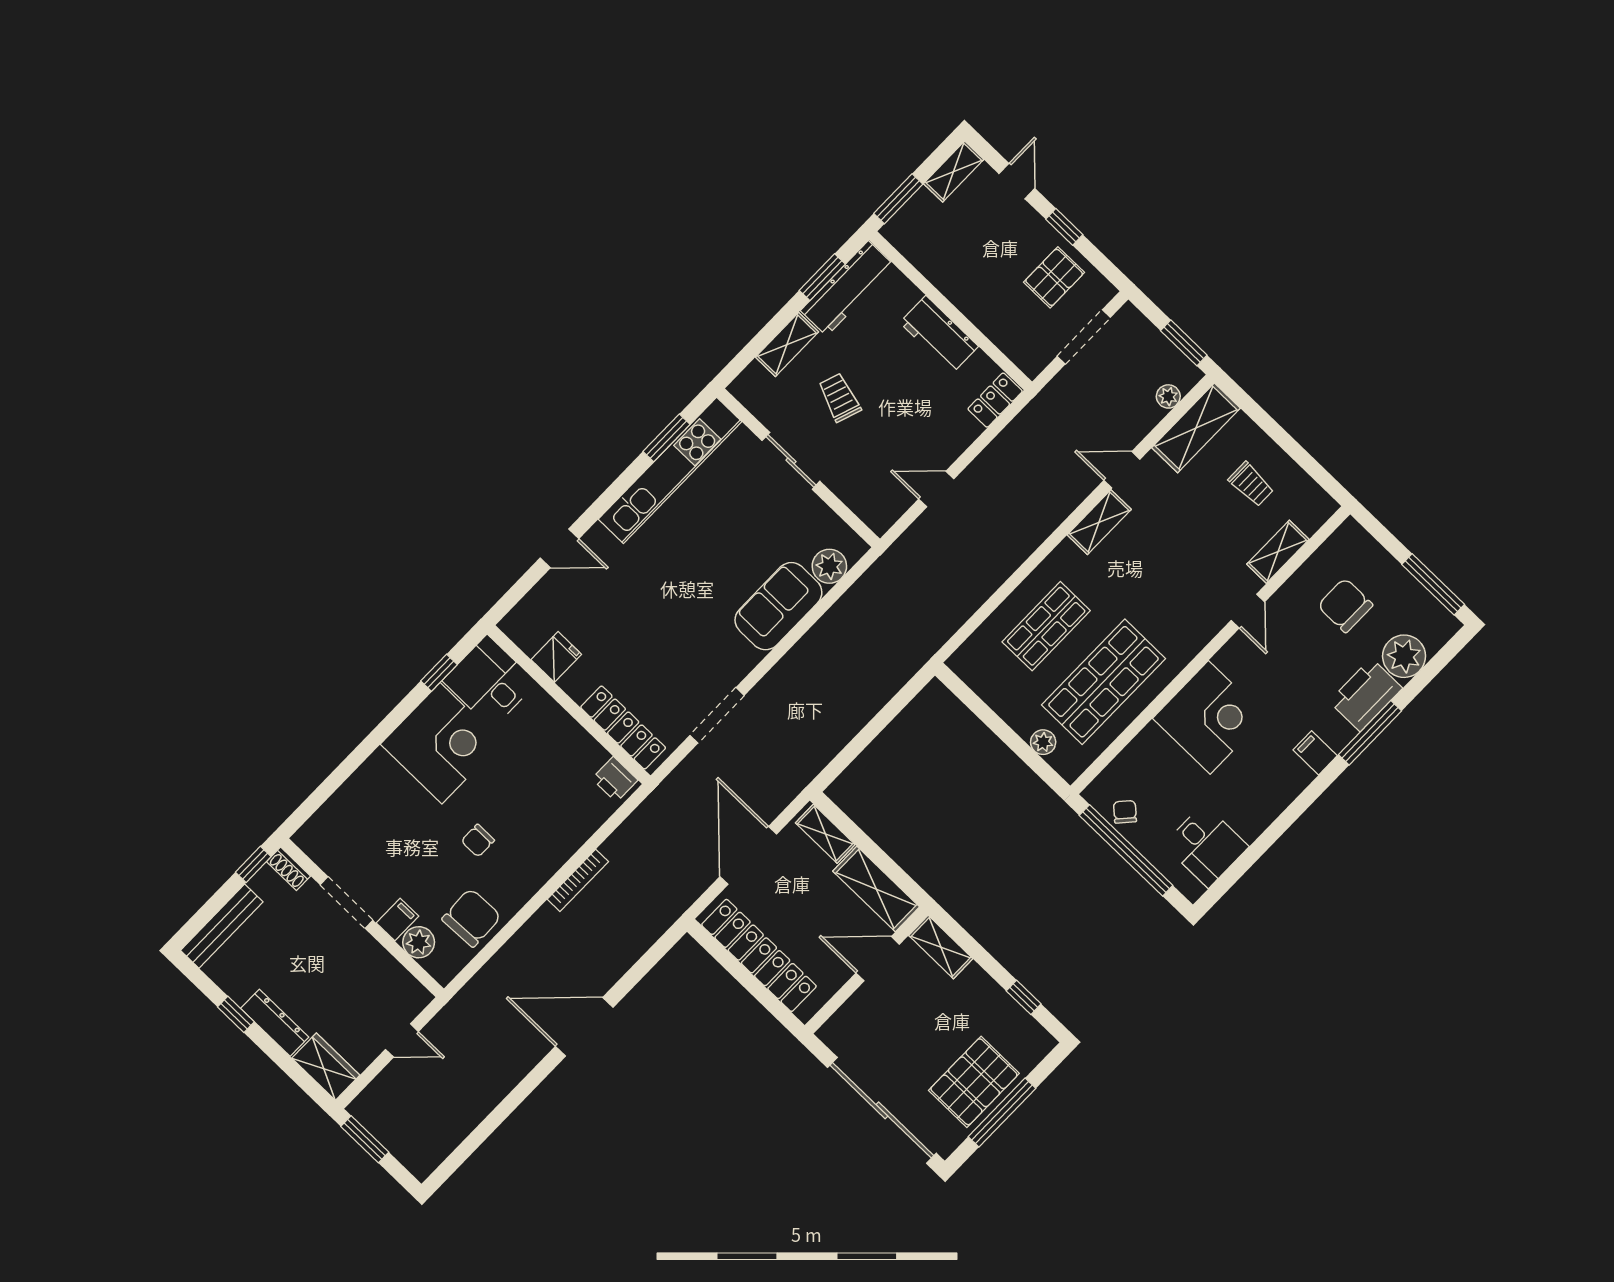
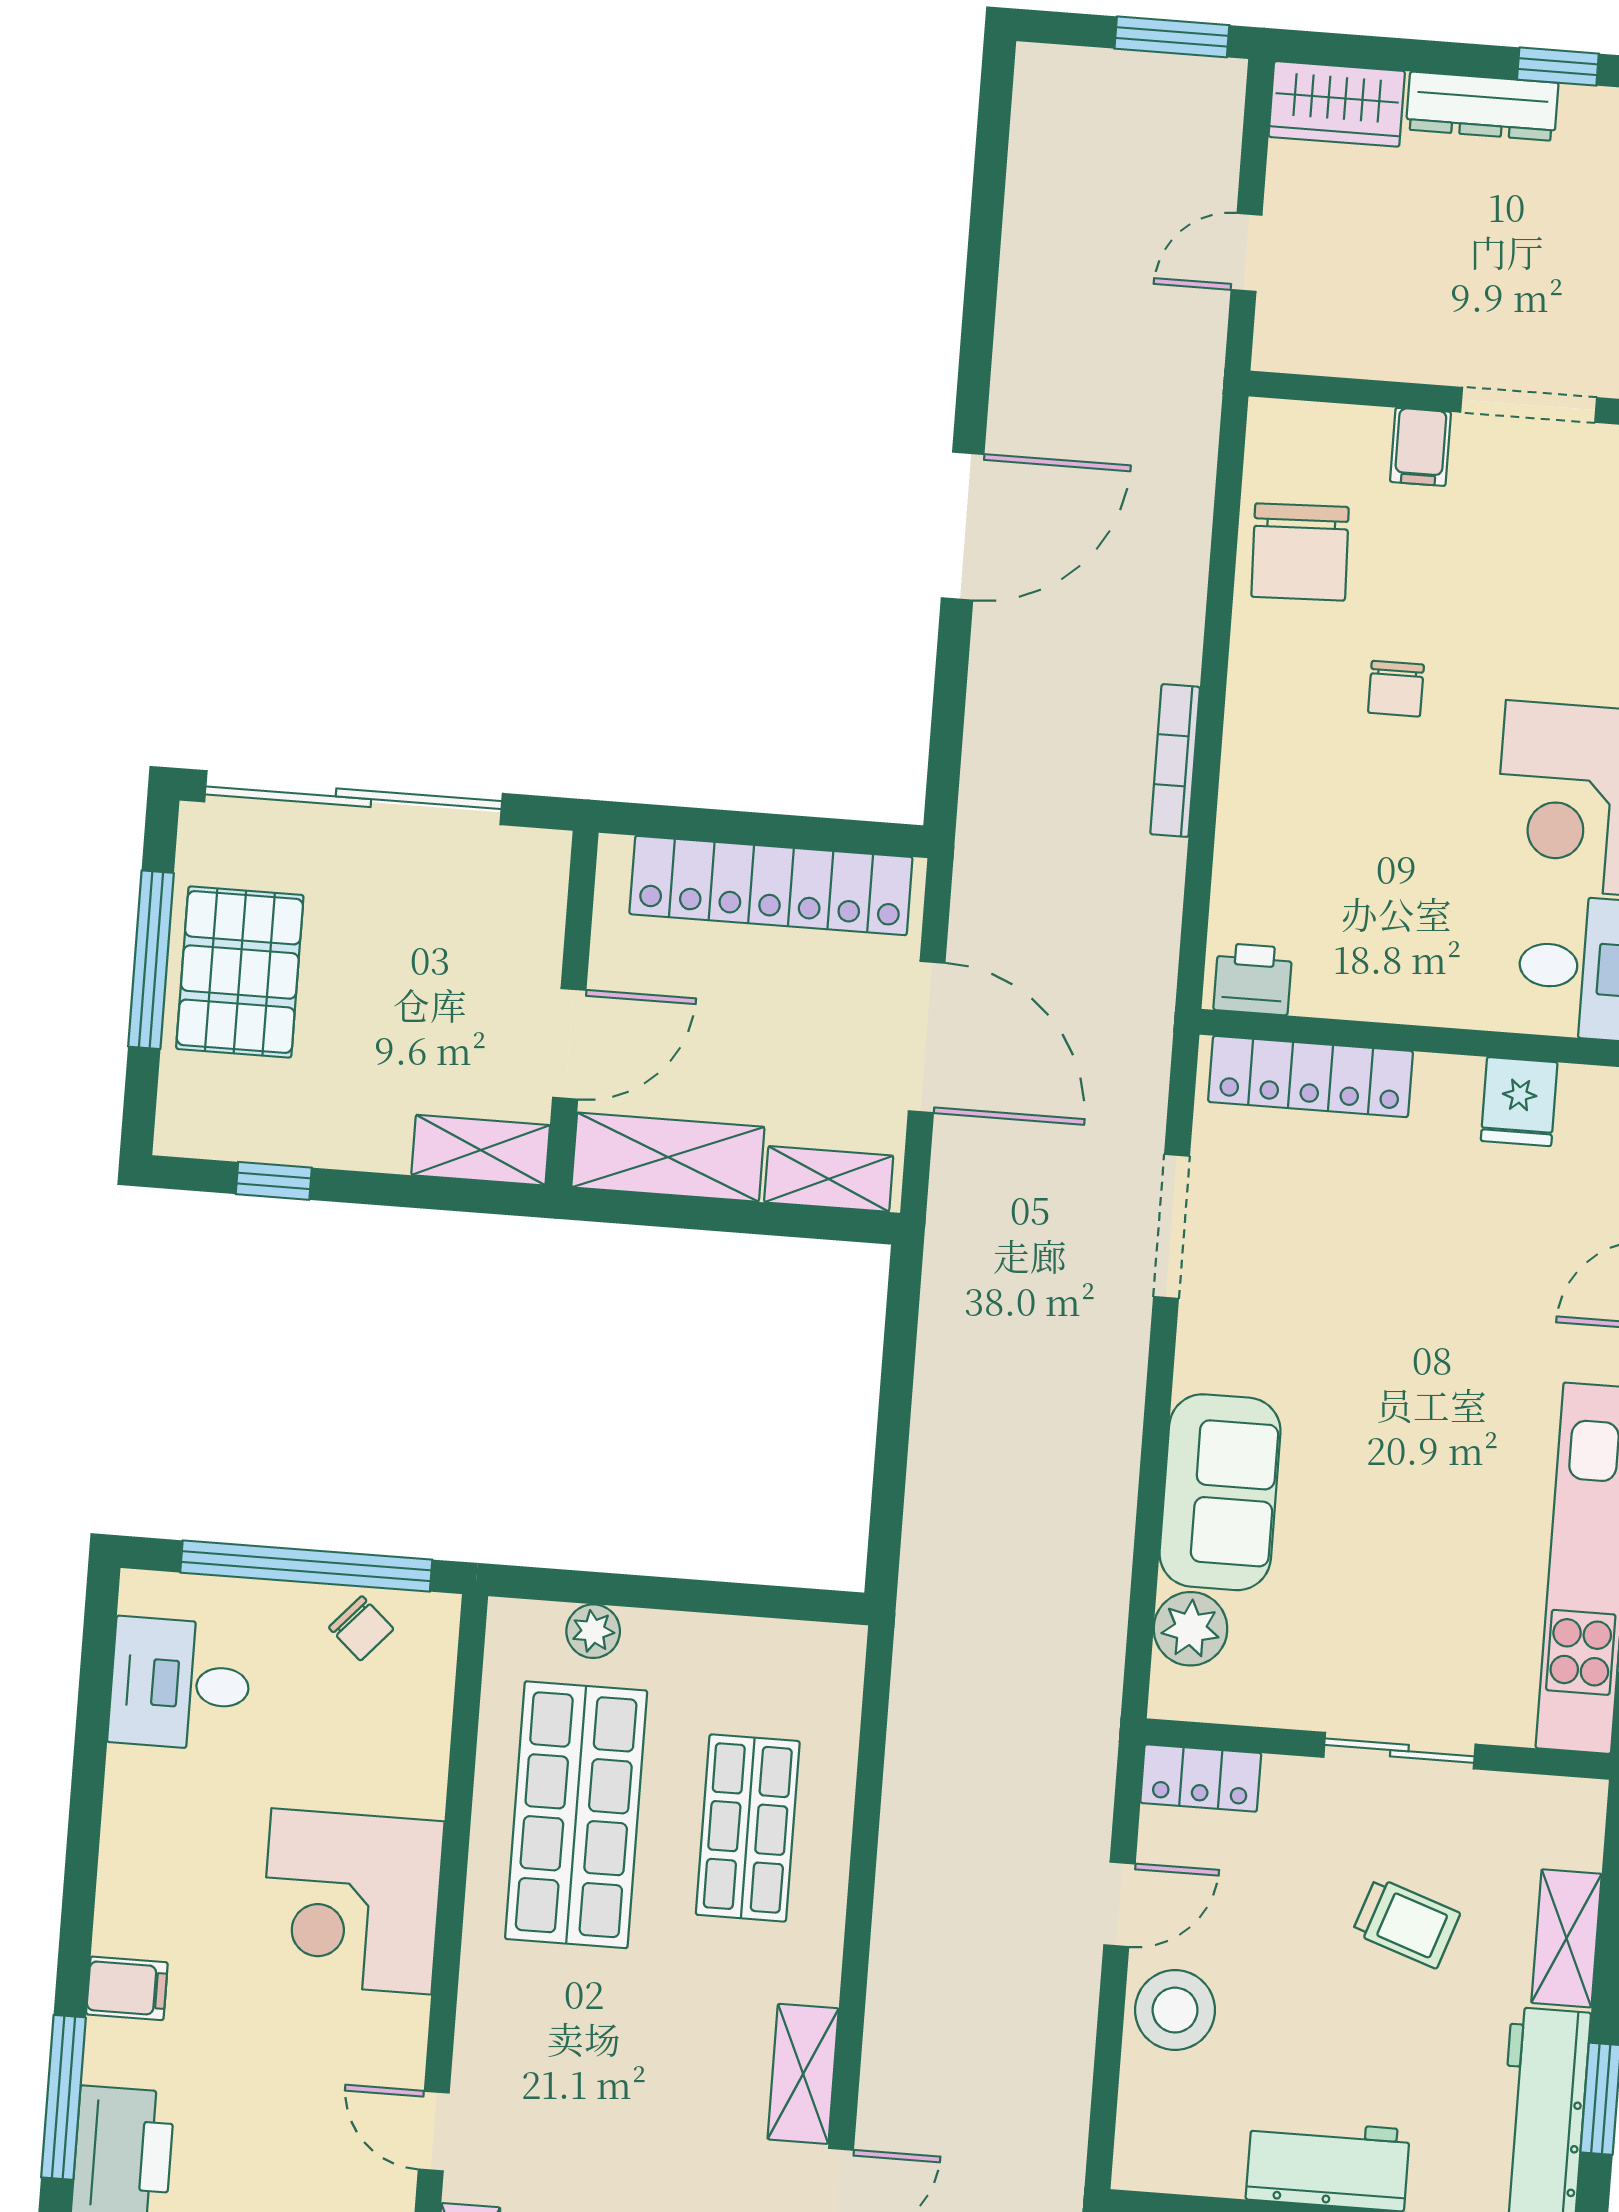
locker: (995, 400) -> (1201, 1778), moved, turned 90
stool: (948, 435) -> (1175, 2010), added
chair: (478, 841) -> (1396, 689), turned 180
plant: (419, 942) -> (1354, 438), removed

